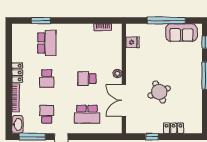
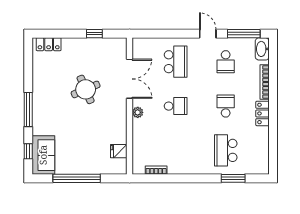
sofa: (181, 33) -> (43, 155), moved, turned 90
school desk: (87, 114) -> (176, 62), turned 90
locker: (173, 128) -> (49, 44), moved

